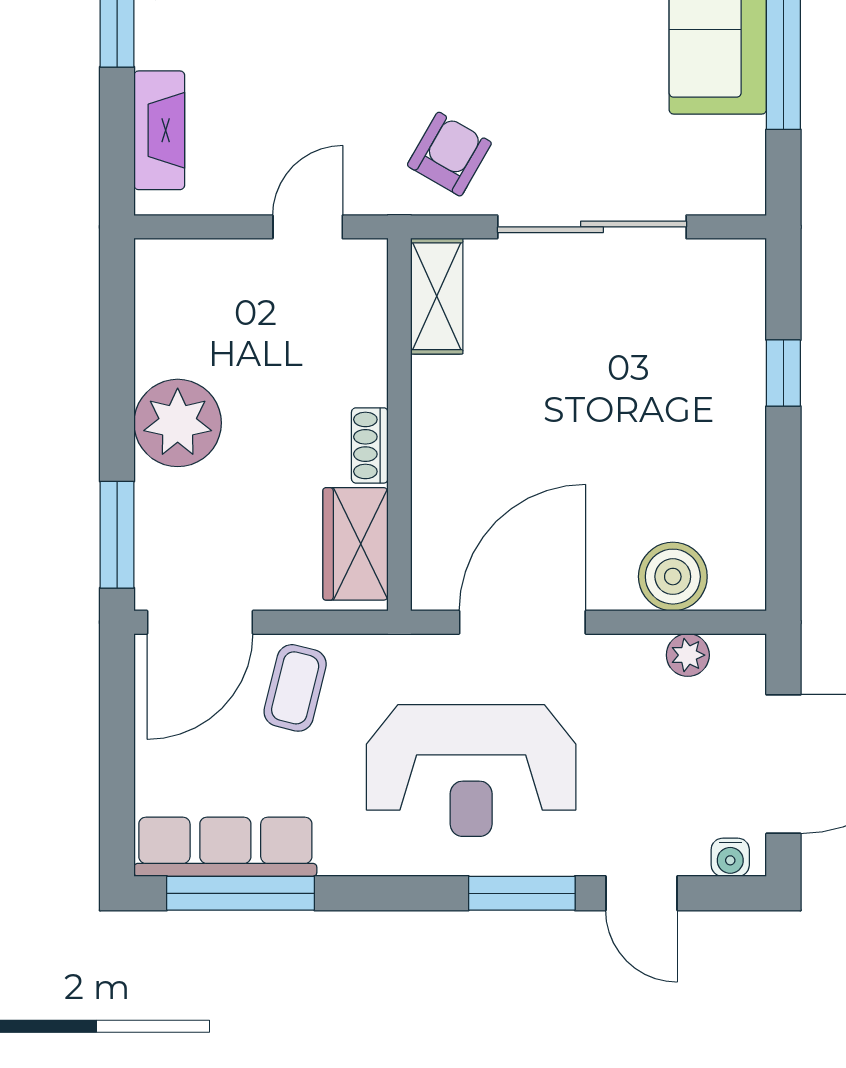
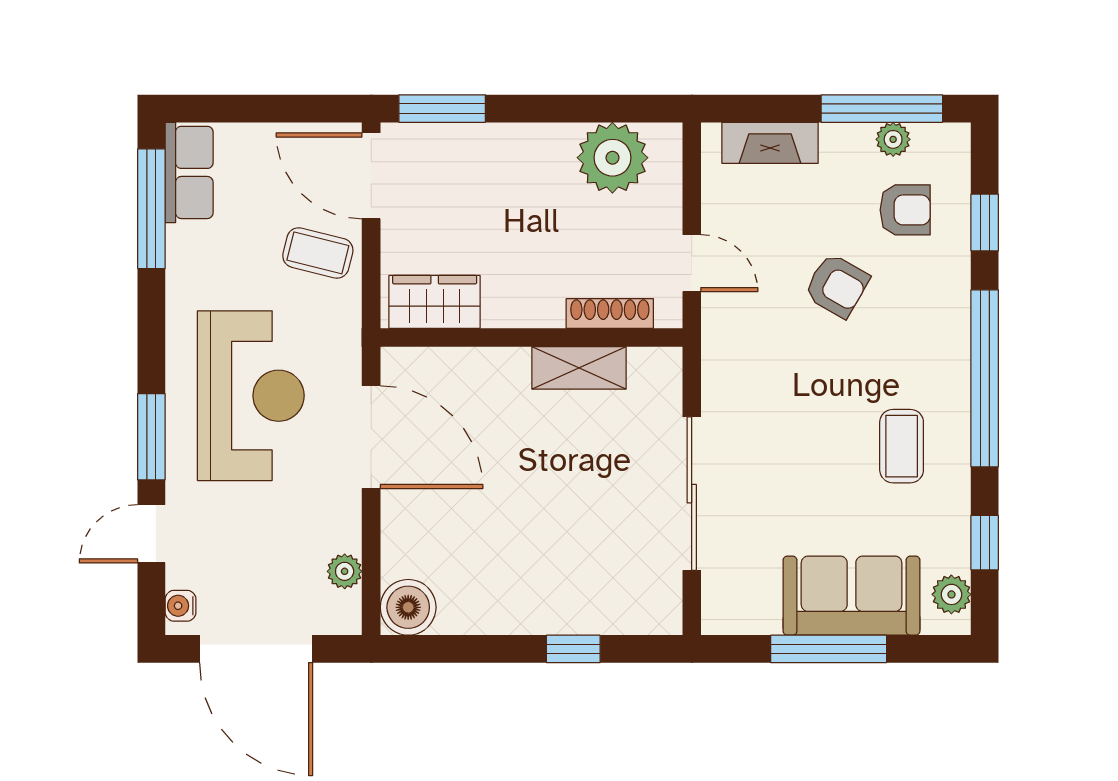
armchair: (449, 154) -> (837, 286), moved
shelving: (437, 296) -> (579, 368), moved
plant: (178, 423) -> (612, 158), moved
shoe rack: (370, 445) -> (610, 314), moved, width x1.43
boiler: (673, 577) -> (408, 607), moved
reception desk: (471, 771) -> (251, 396), turned 180
row of seats: (225, 847) -> (189, 172), width x0.68

